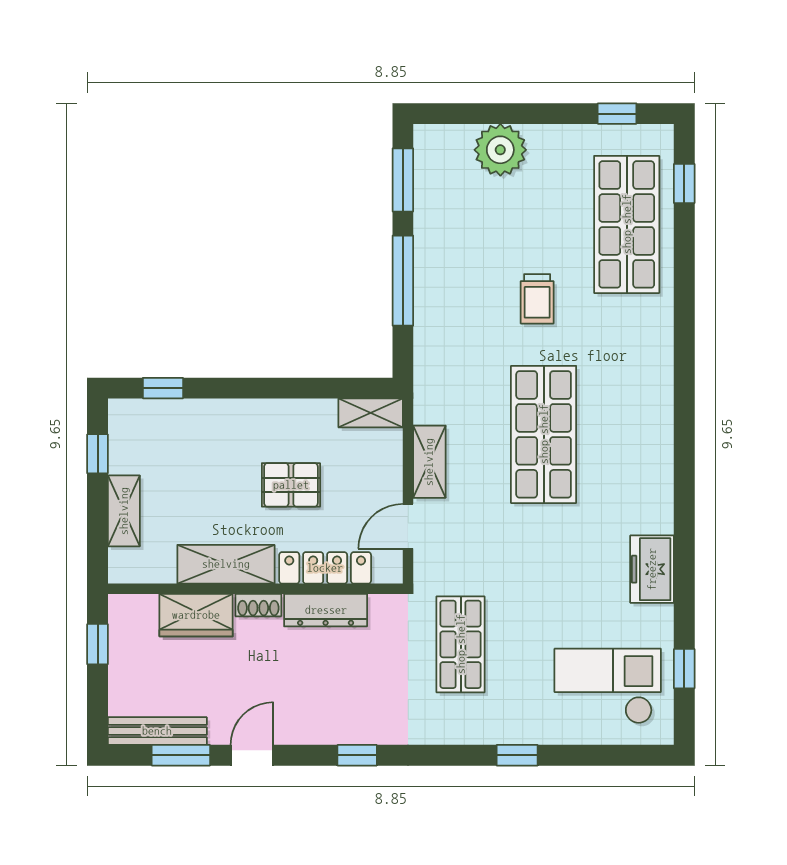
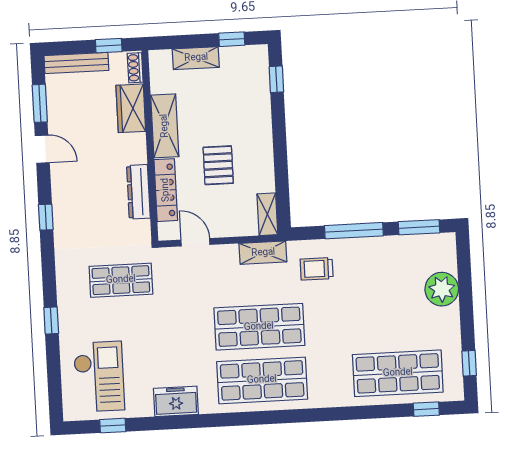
trolley: (537, 299) -> (317, 269), moved
shop shelf: (627, 434) -> (262, 380), added
shelving: (429, 462) -> (263, 253), moved
shoe rack: (258, 605) -> (135, 68), moved
bench: (157, 731) -> (76, 63), moved, turned 90

